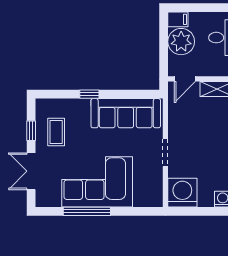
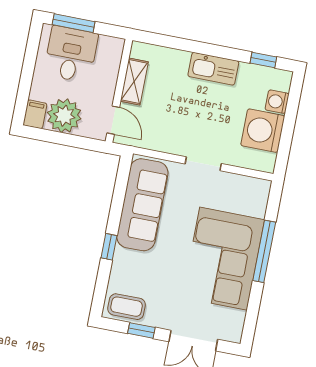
coffee table: (56, 132) -> (127, 307), moved
washing machine: (182, 193) -> (263, 131), moved
window: (87, 211) -> (264, 251), moved

